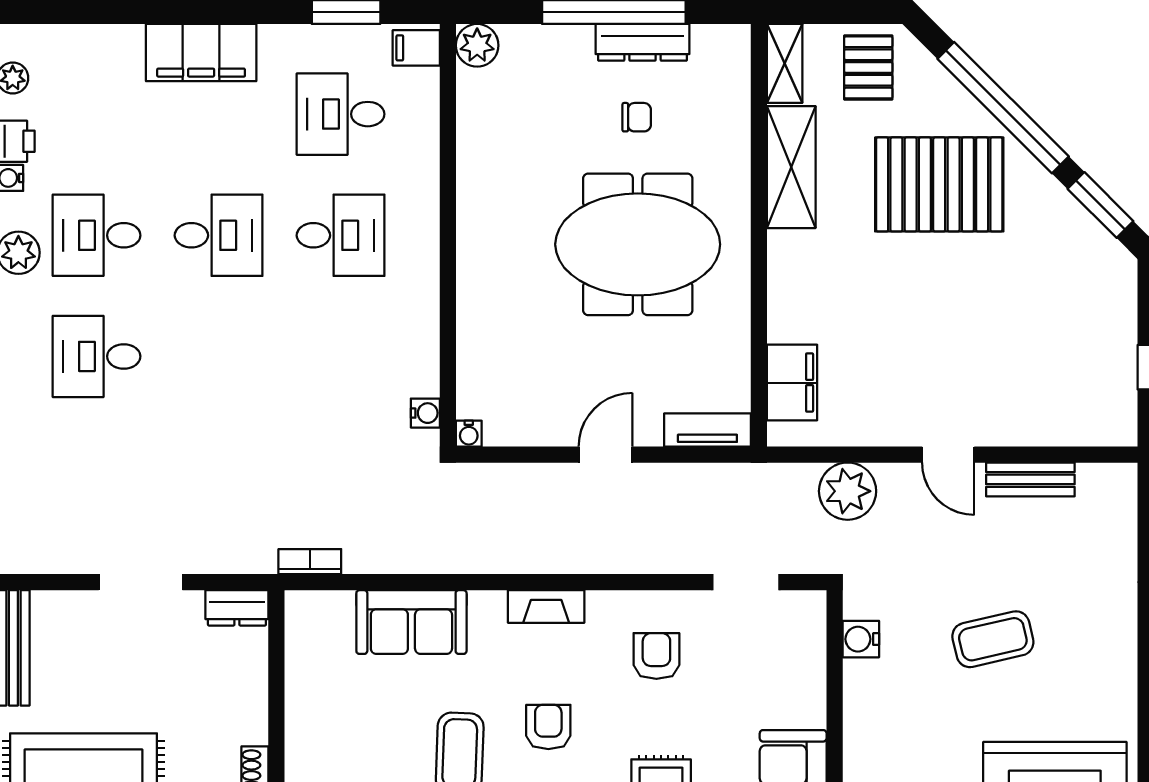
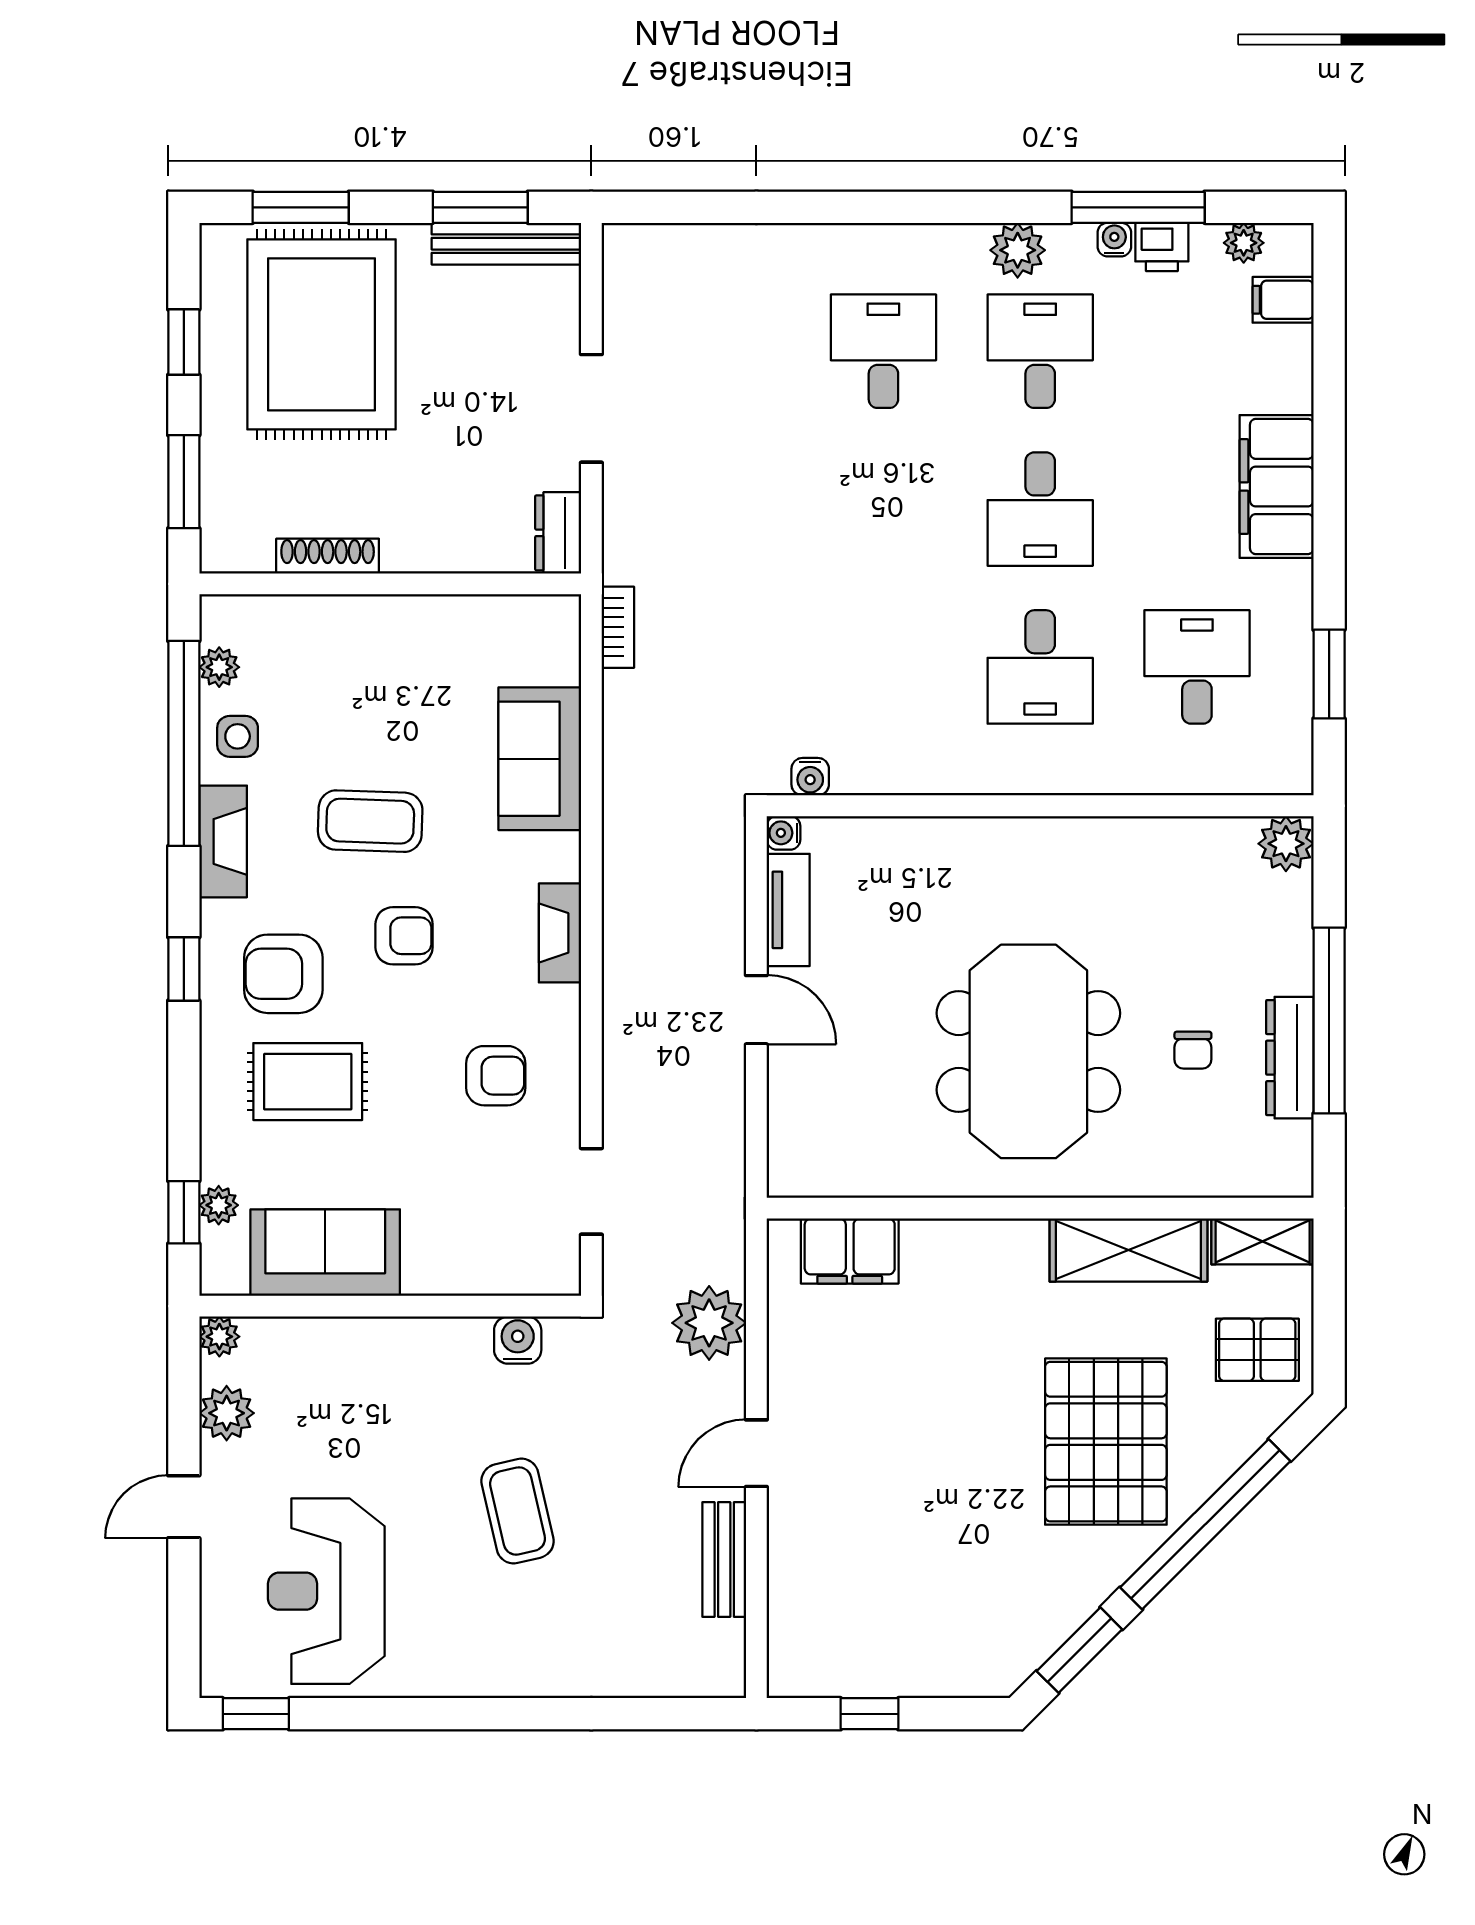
filing cabinet: (416, 48) -> (1283, 300), moved, turned -90
tv unit: (707, 430) -> (788, 910), moved

